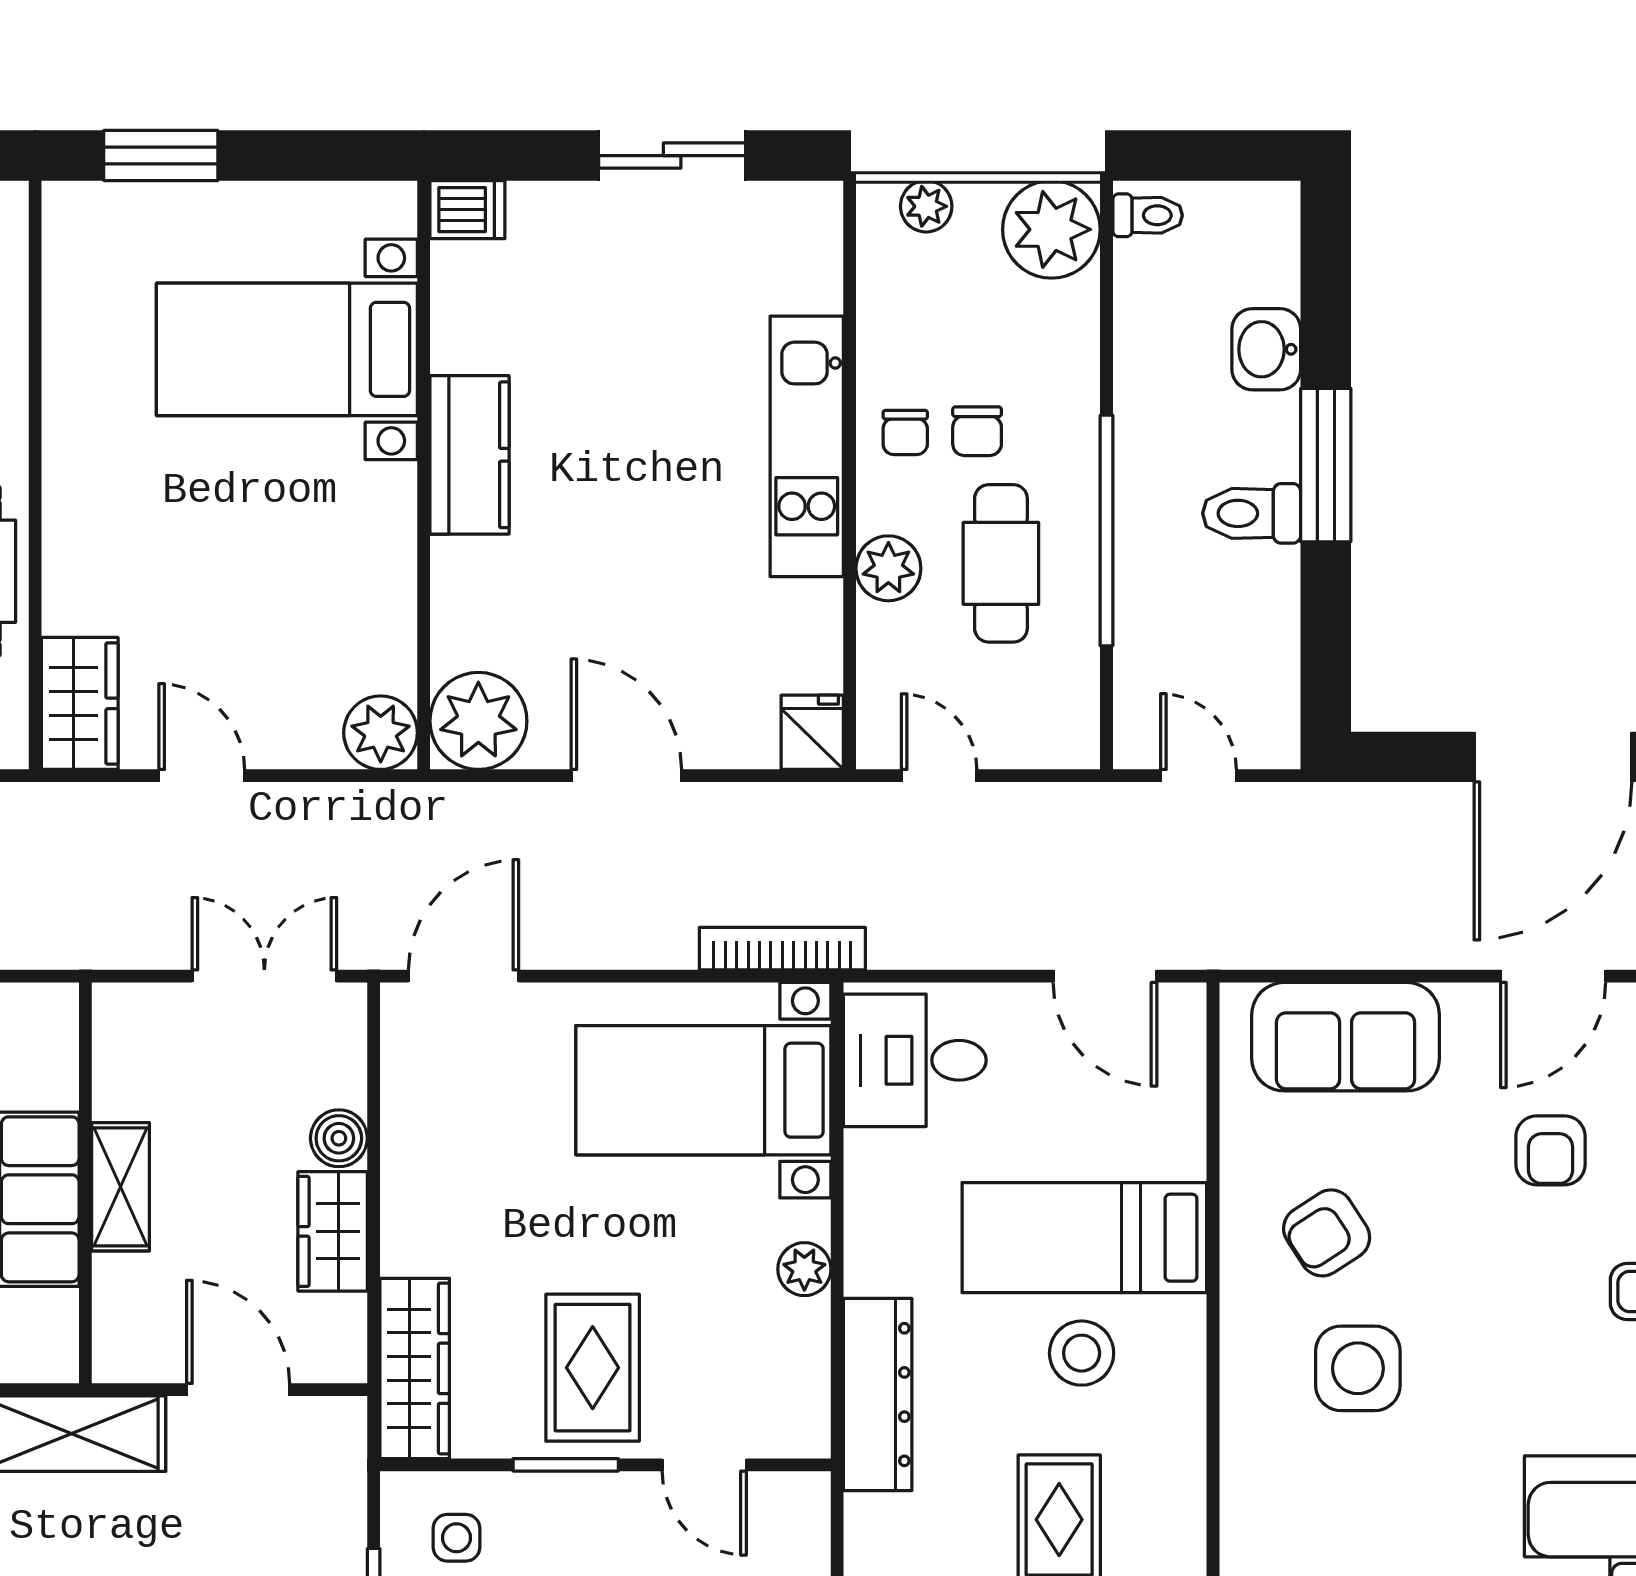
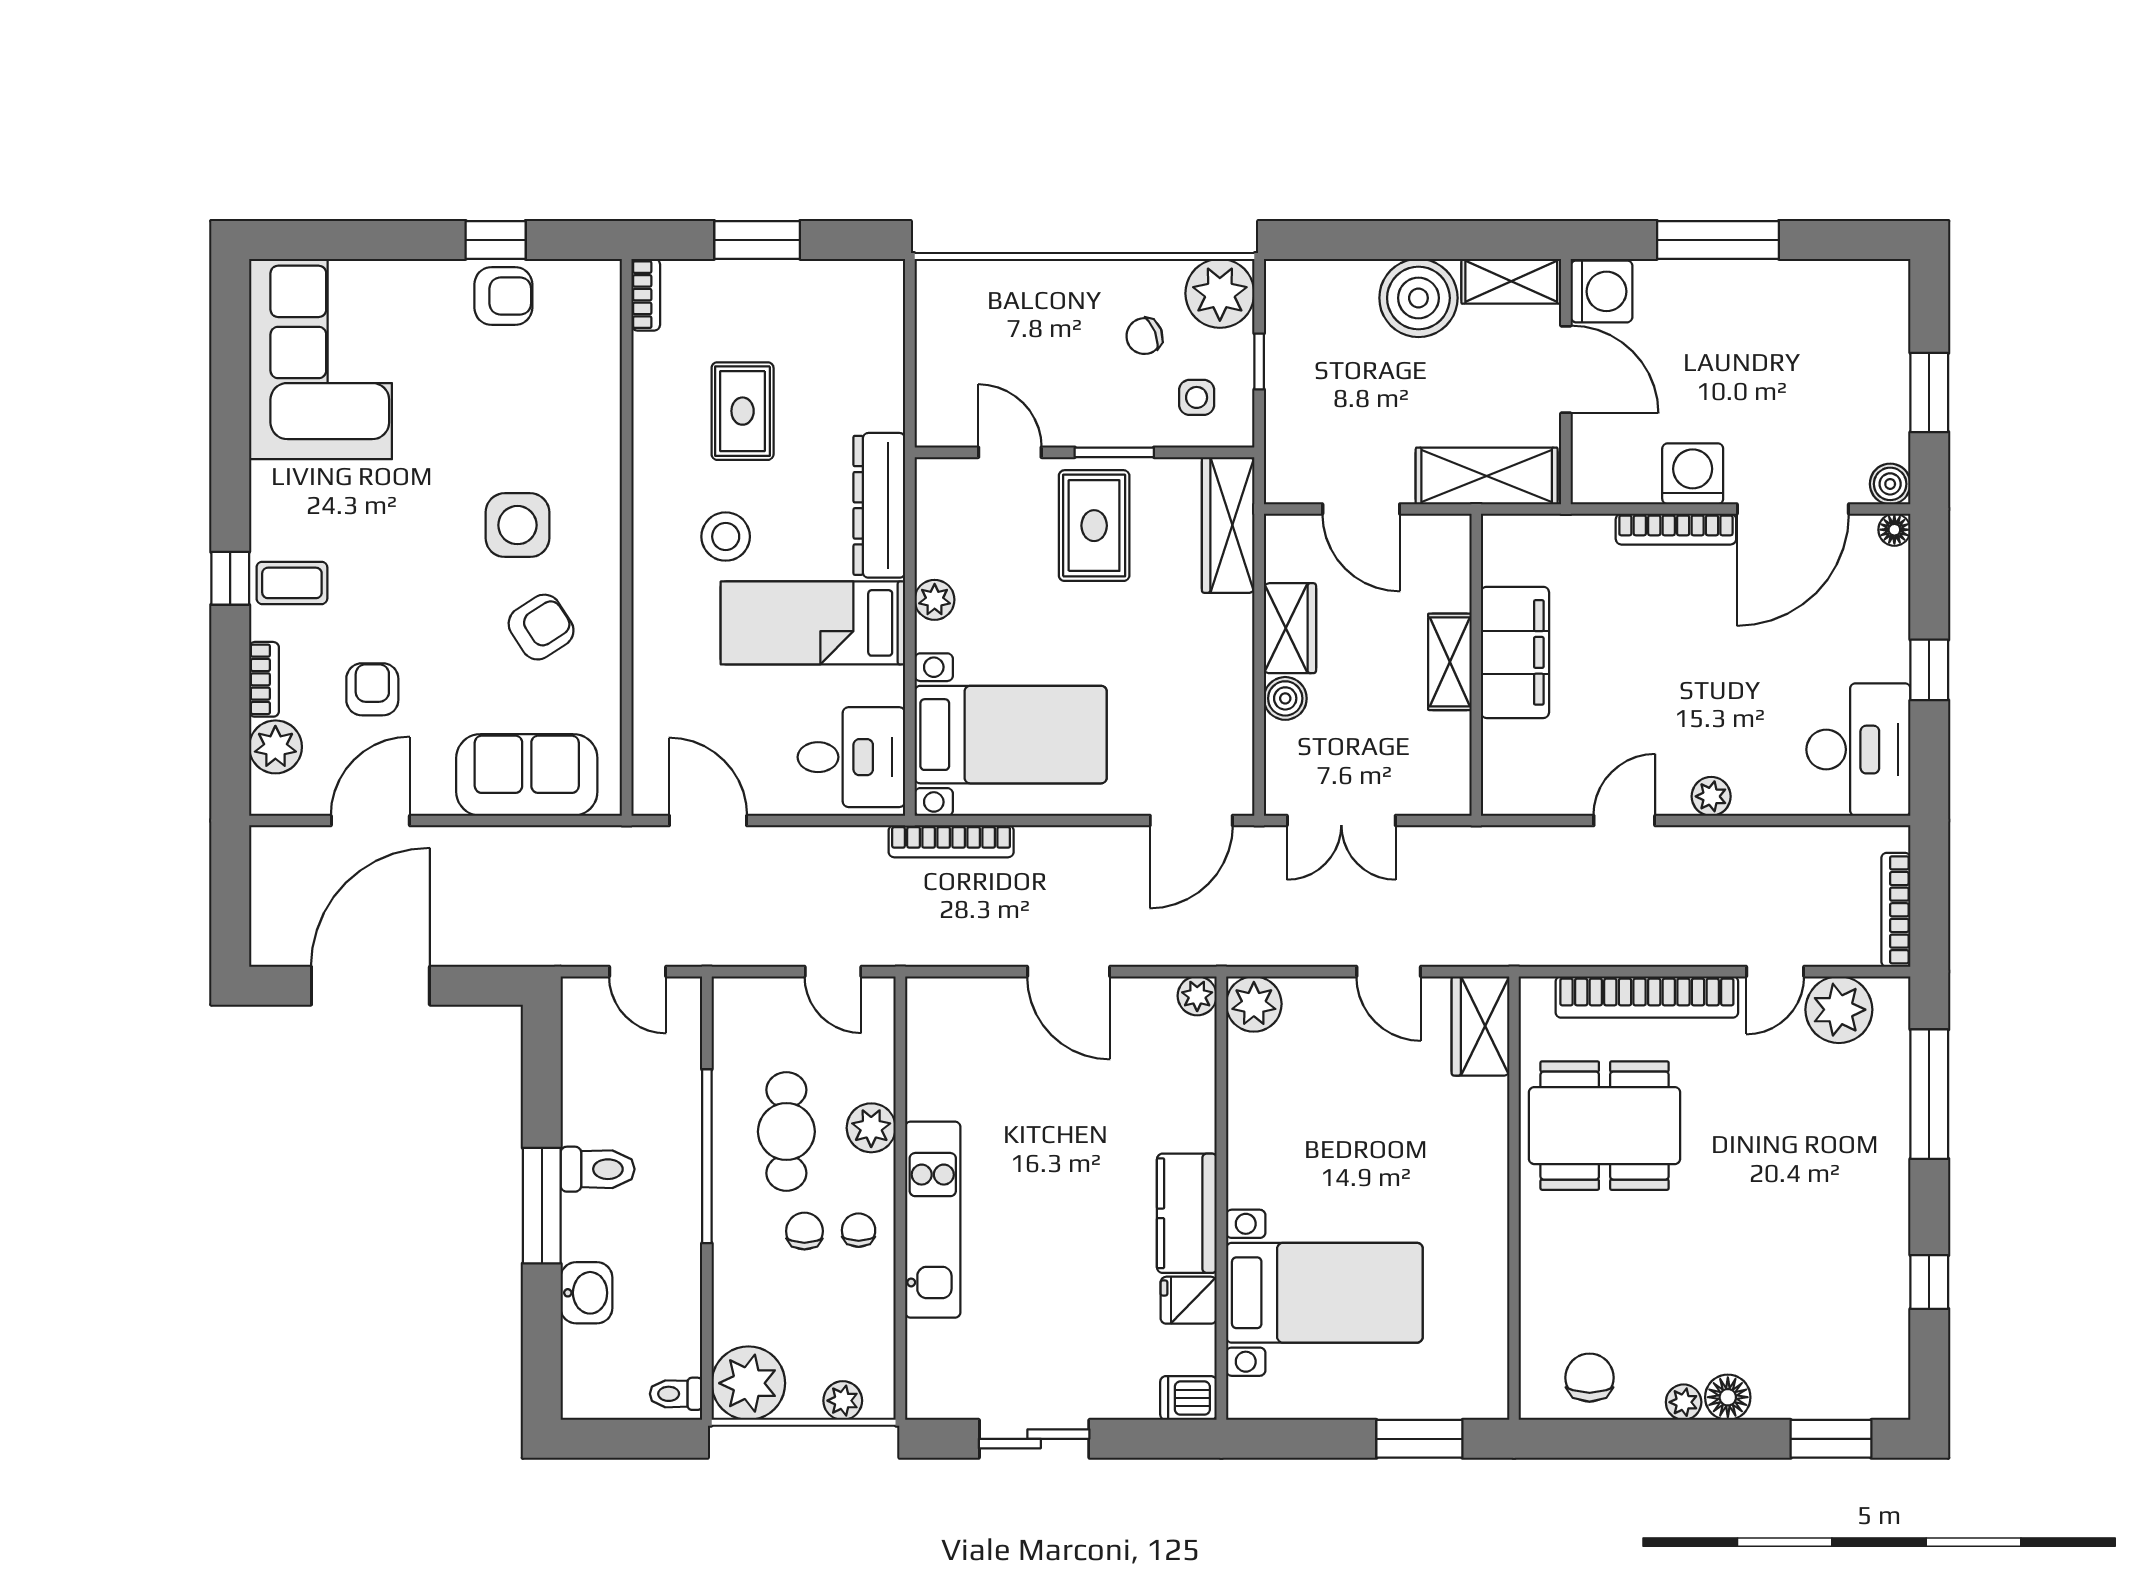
plant: (478, 721) -> (1197, 996), width x0.53, depth x0.53
fridge: (812, 732) -> (1189, 1300), moved, turned 90
bed: (1084, 1238) -> (813, 623), moved, turned 180

